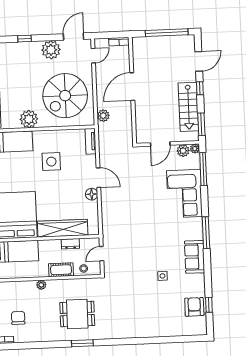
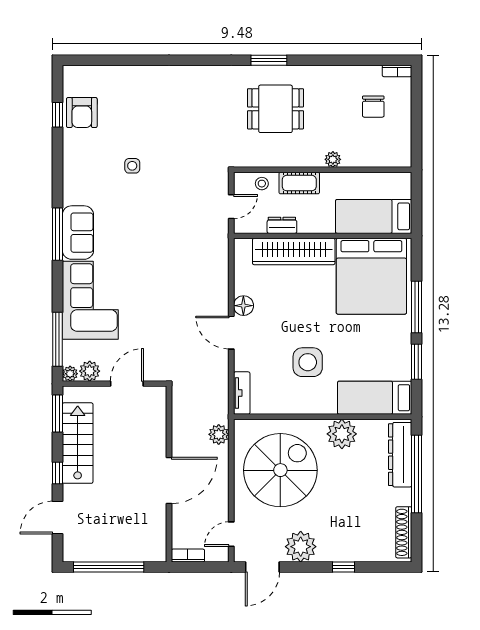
sofa: (195, 257) -> (78, 233), moved

